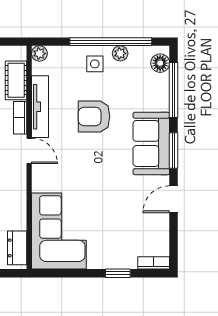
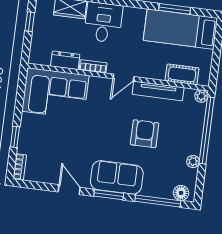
window: (111, 42) -> (207, 130), moved
side table: (95, 64) -> (187, 140), removed
bookcase: (20, 118) -> (93, 66), moved
dresser: (17, 248) -> (65, 60), moved

